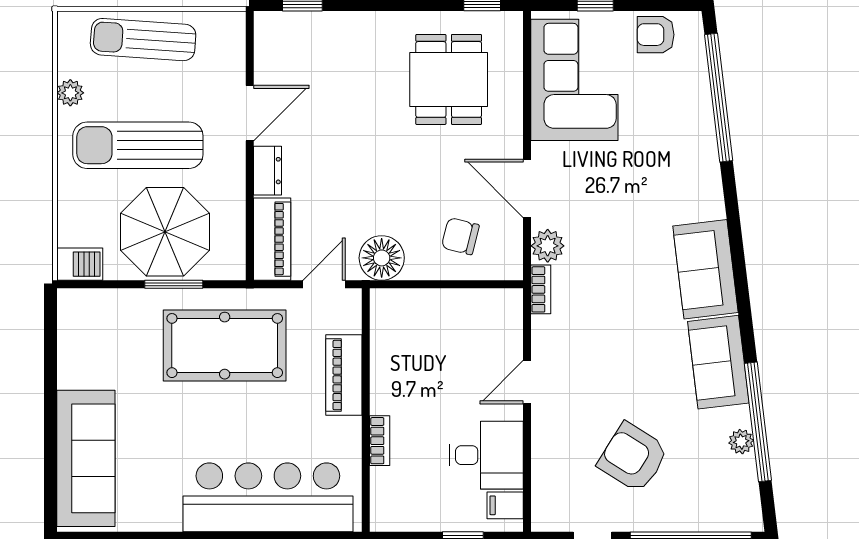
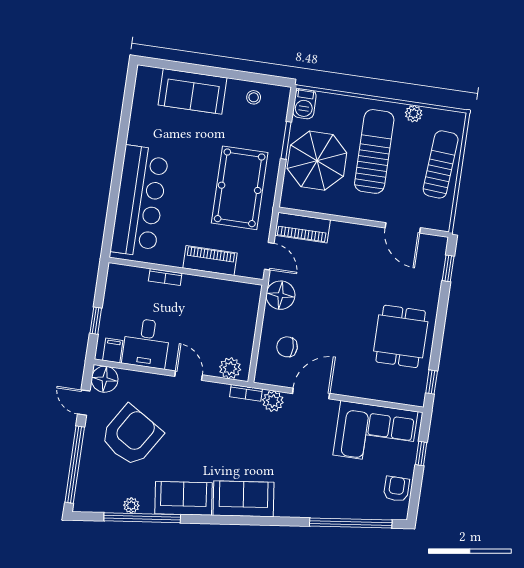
dining table: (449, 79) -> (401, 336), moved, turned 90
door: (250, 113) -> (403, 228), moved
dresser: (267, 171) -> (346, 231), removed
chair: (460, 236) -> (287, 347), turned -104
window: (174, 284) -> (286, 140), moved
plant: (506, 320) -> (230, 368), added
stool: (81, 344) -> (254, 97), added
armchair: (633, 457) -> (131, 436), width x1.36, depth x1.36
sofa: (86, 458) -> (193, 91), width x0.73
floor lamp: (552, 511) -> (105, 379), added

